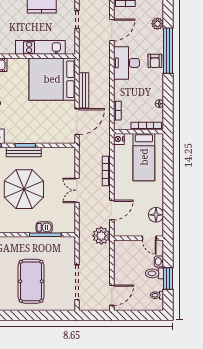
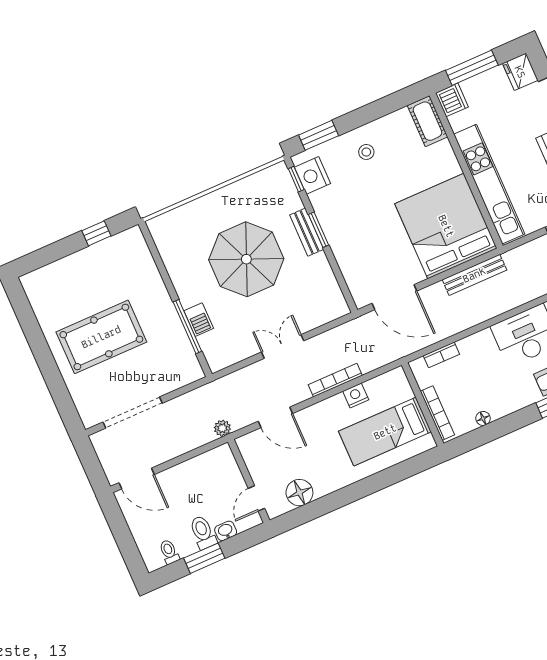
kitchen unit: (40, 47) -> (489, 184), width x1.36
bench: (84, 90) -> (474, 275), moved
nightstand: (119, 139) -> (356, 395), moved
bench: (24, 152) -> (307, 232), width x0.73
plant: (101, 236) -> (222, 428), width x0.53, depth x0.53

